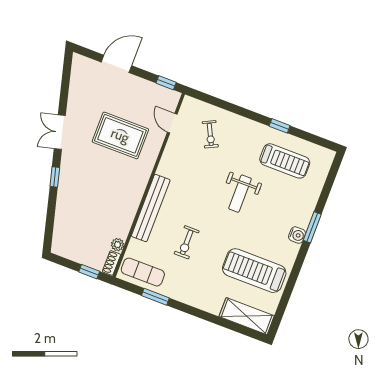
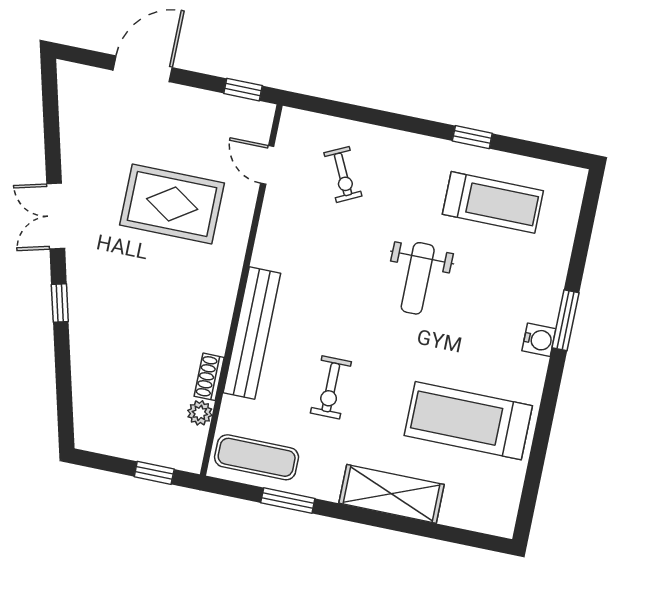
shoe rack: (111, 263) -> (209, 377), moved
shelving: (247, 316) -> (391, 494), moved

